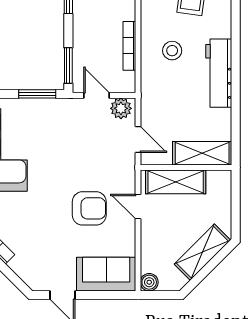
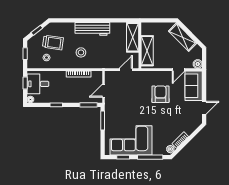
plant: (121, 108) -> (110, 78), removed
door: (138, 206) -> (179, 70), moved

